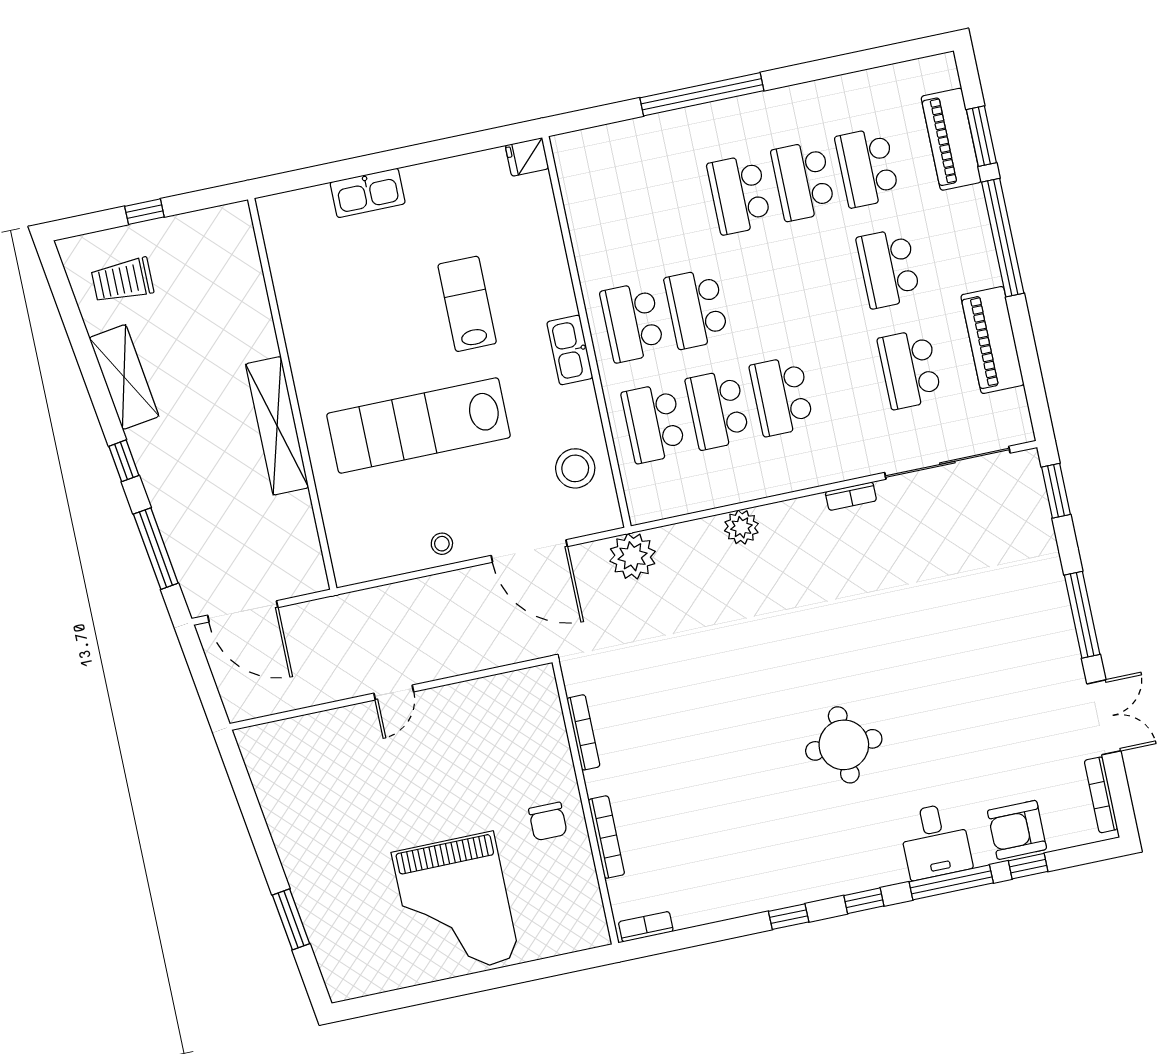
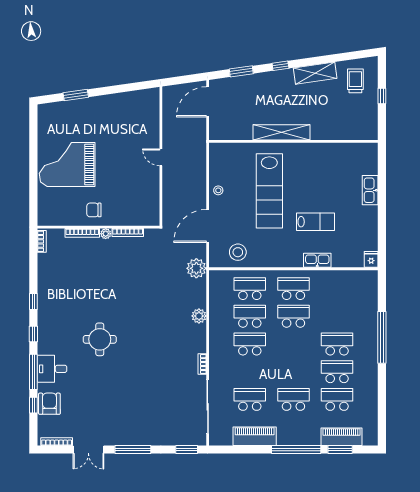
kitchen sink: (570, 350) -> (317, 260), moved
lab bench: (418, 425) -> (269, 191), turned 180
window: (156, 549) -> (241, 71), width x0.69
plant: (597, 783) -> (106, 234), added

